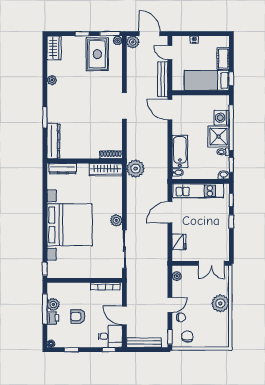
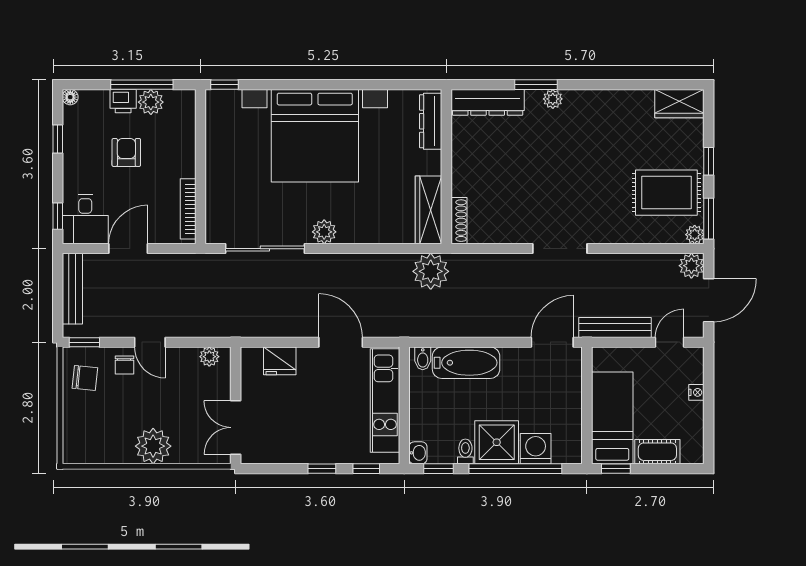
plant: (52, 80) -> (553, 99), moved

